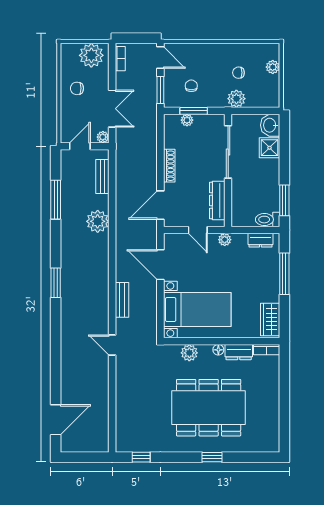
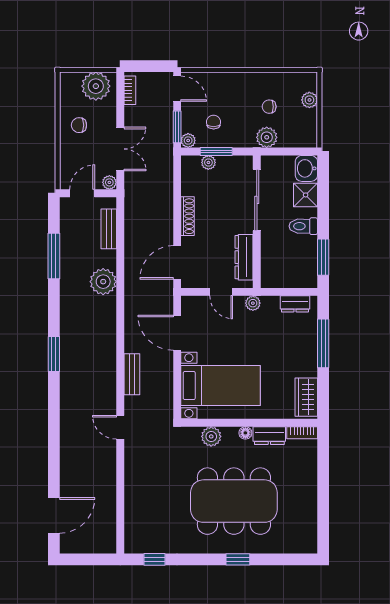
plant: (170, 101) -> (188, 140), added
toilet: (268, 220) -> (303, 226), moved

